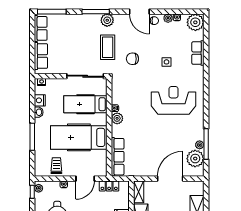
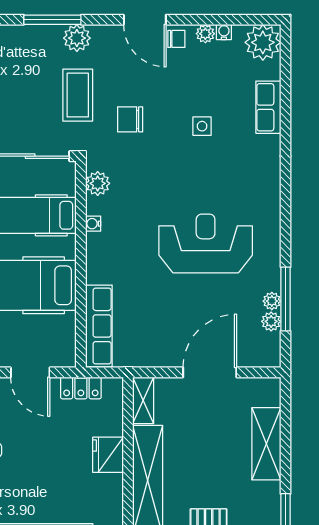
reception desk: (174, 100) -> (206, 243), moved
plant: (117, 118) -> (98, 183), moved
plant: (195, 159) -> (271, 321), width x0.53, depth x0.53
door: (85, 179) -> (30, 372), hinge flipped

